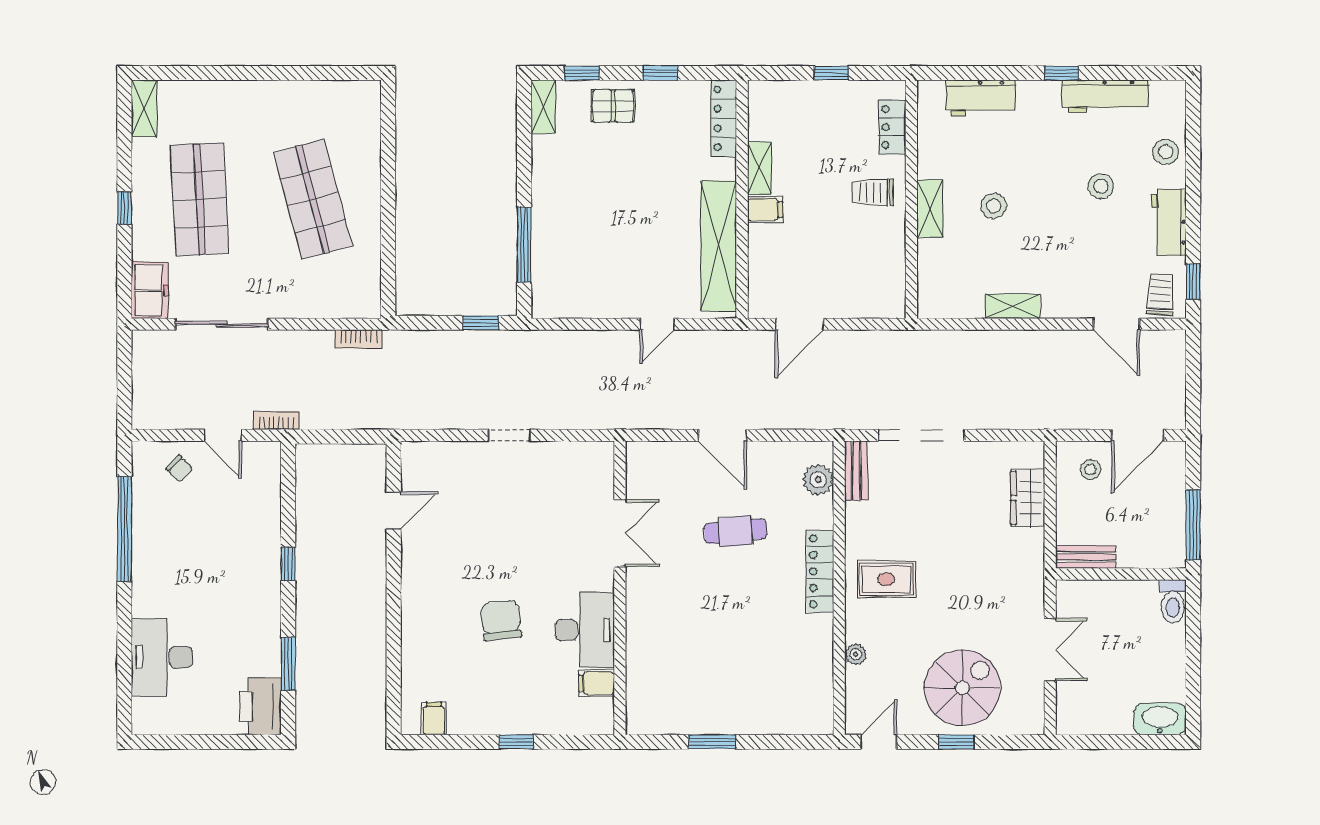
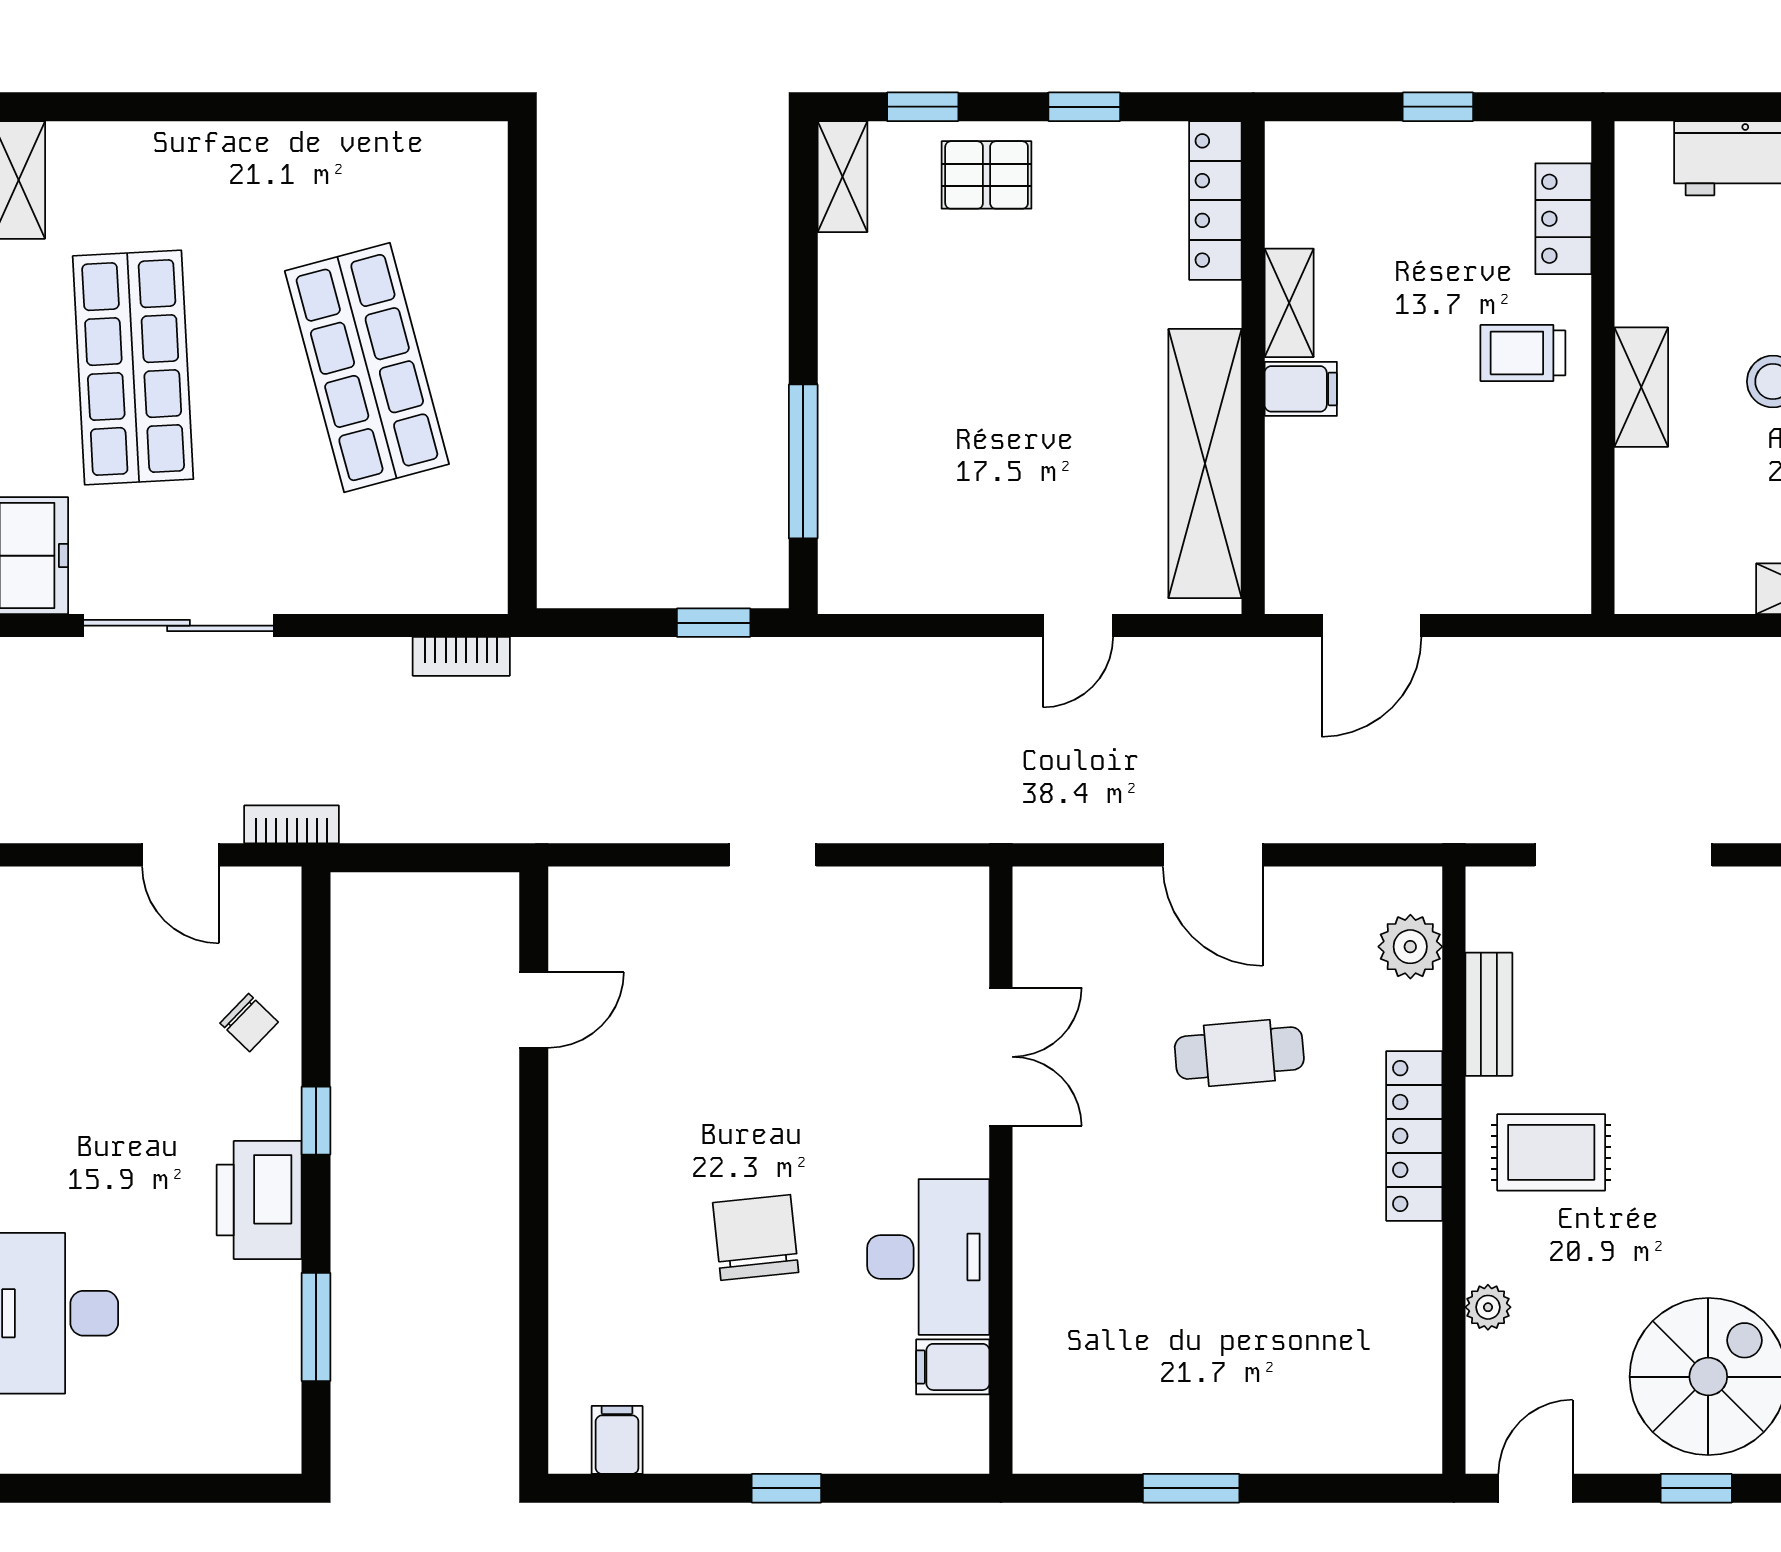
chair: (179, 469) -> (249, 1023), moved
bench: (856, 471) -> (1489, 1014), moved
printer: (261, 706) -> (259, 1200), moved

